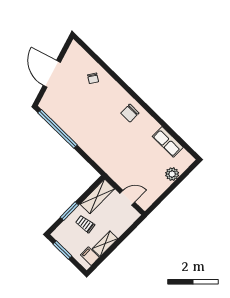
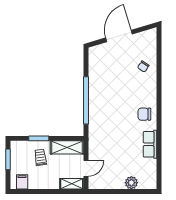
window: (58, 129) -> (86, 100), moved
row of seats: (168, 142) -> (150, 144), moved
door: (127, 198) -> (86, 168), hinge flipped
shelving: (105, 244) -> (72, 184), moved

